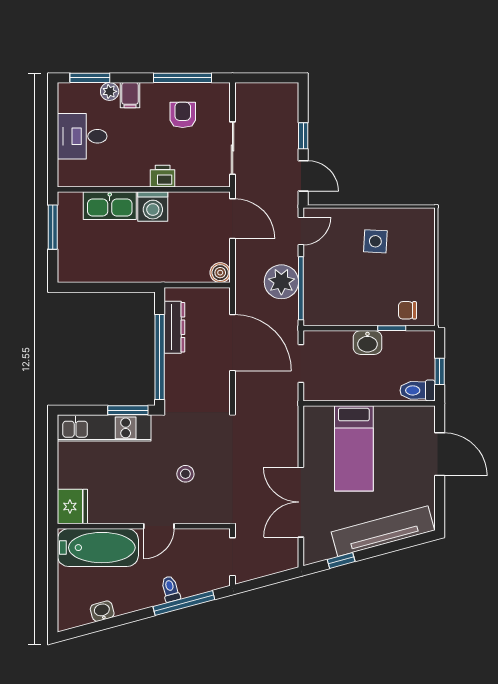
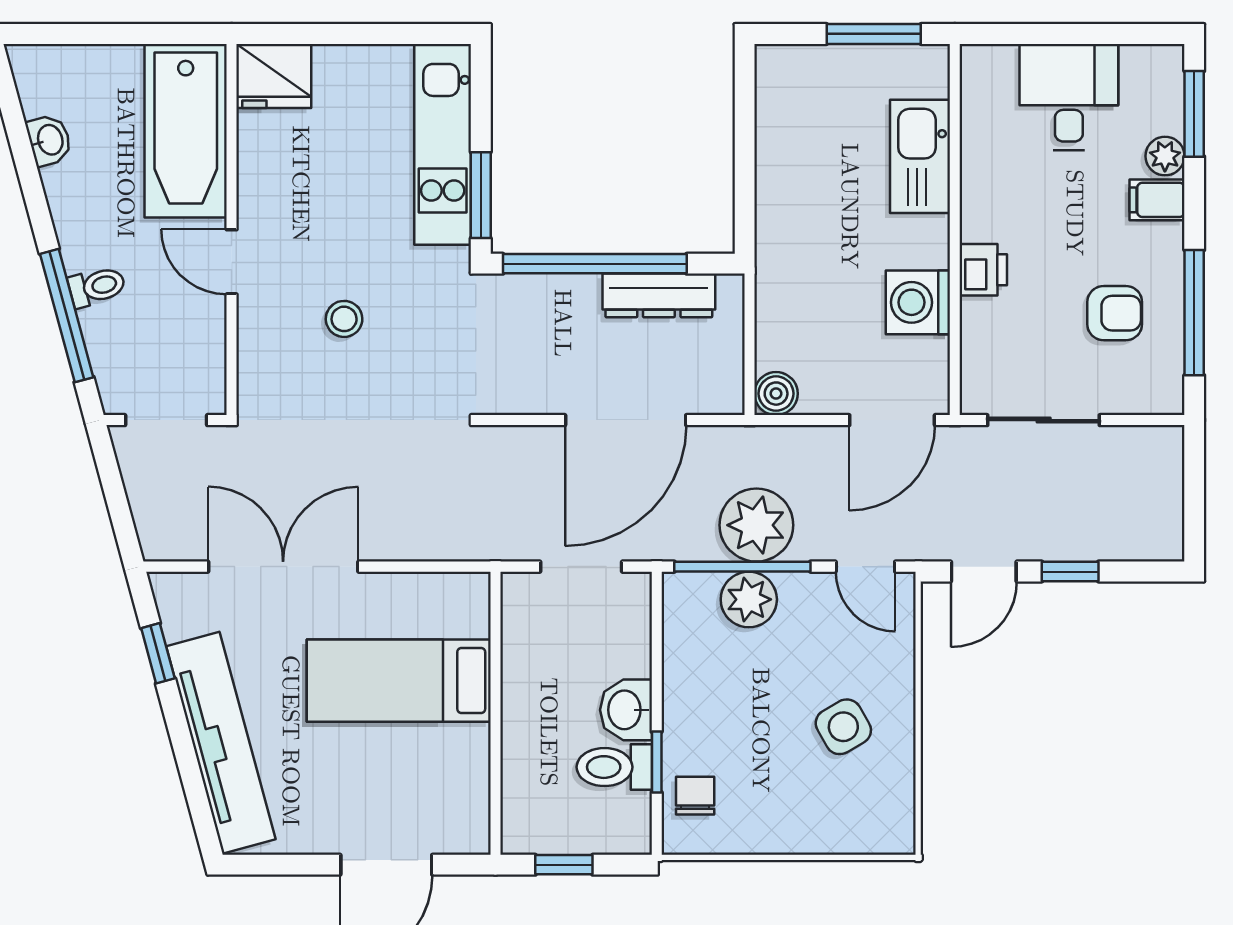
washing machine: (153, 207) -> (918, 302), moved
side table: (375, 241) -> (843, 727), turned -33
plant: (316, 285) -> (749, 599), added
toilet: (418, 390) -> (614, 767), moved, turned -90

